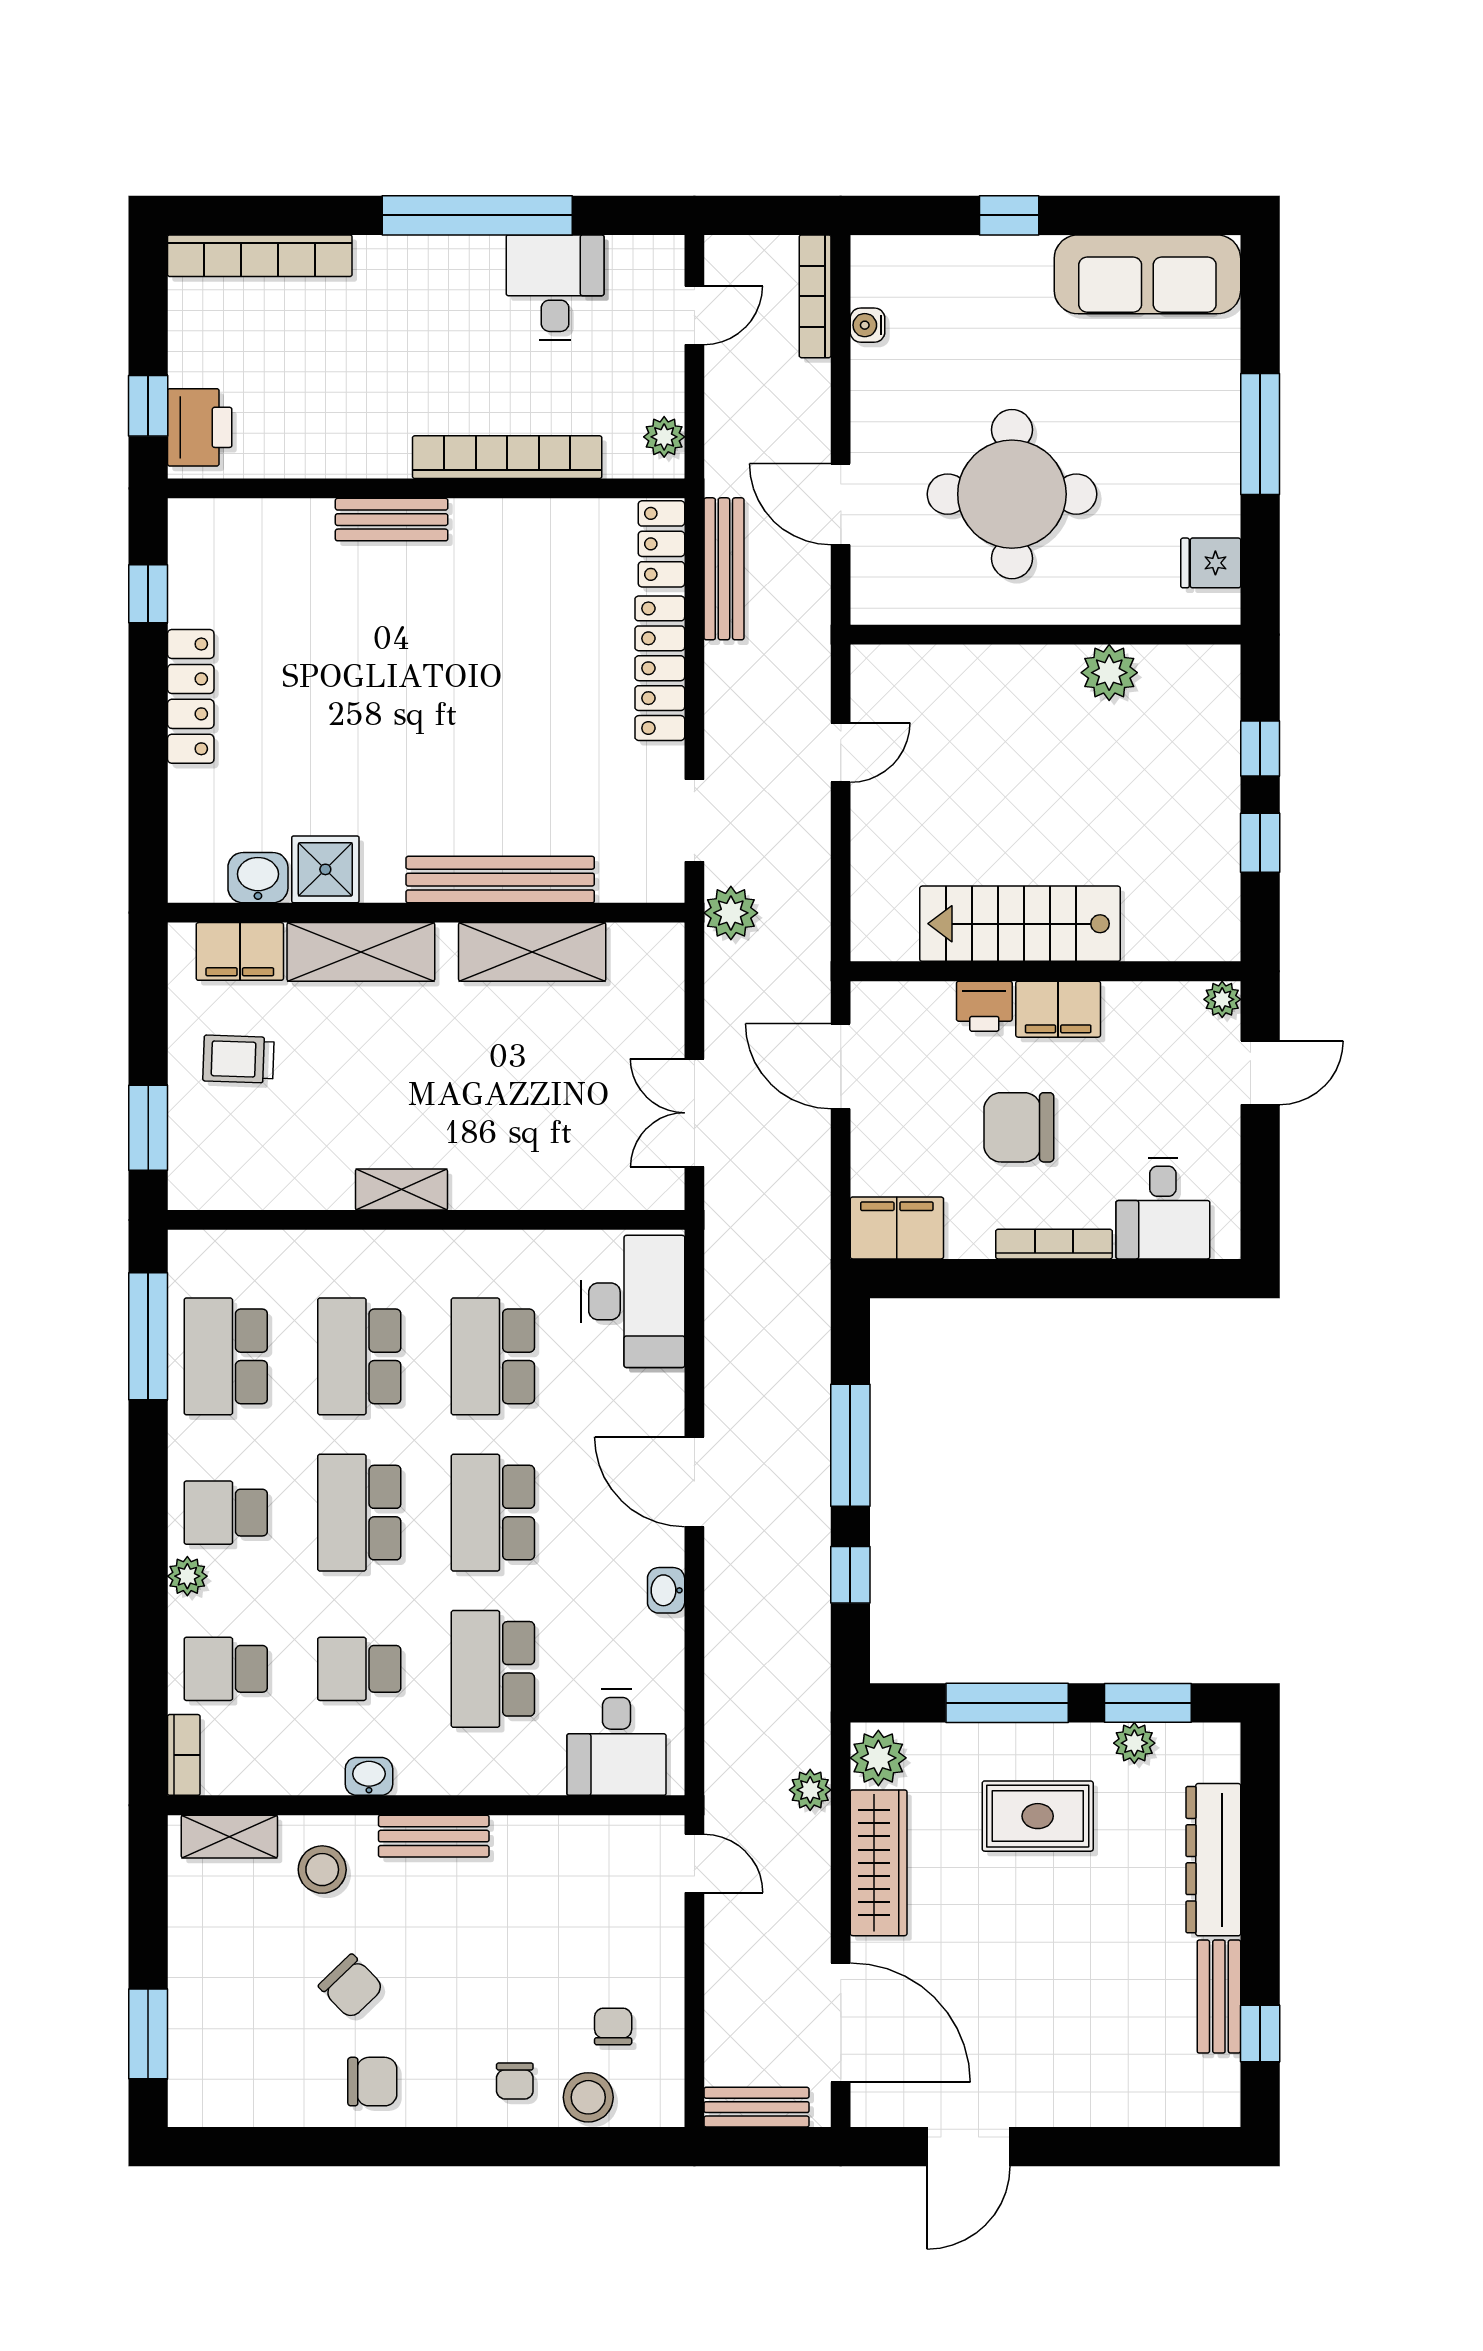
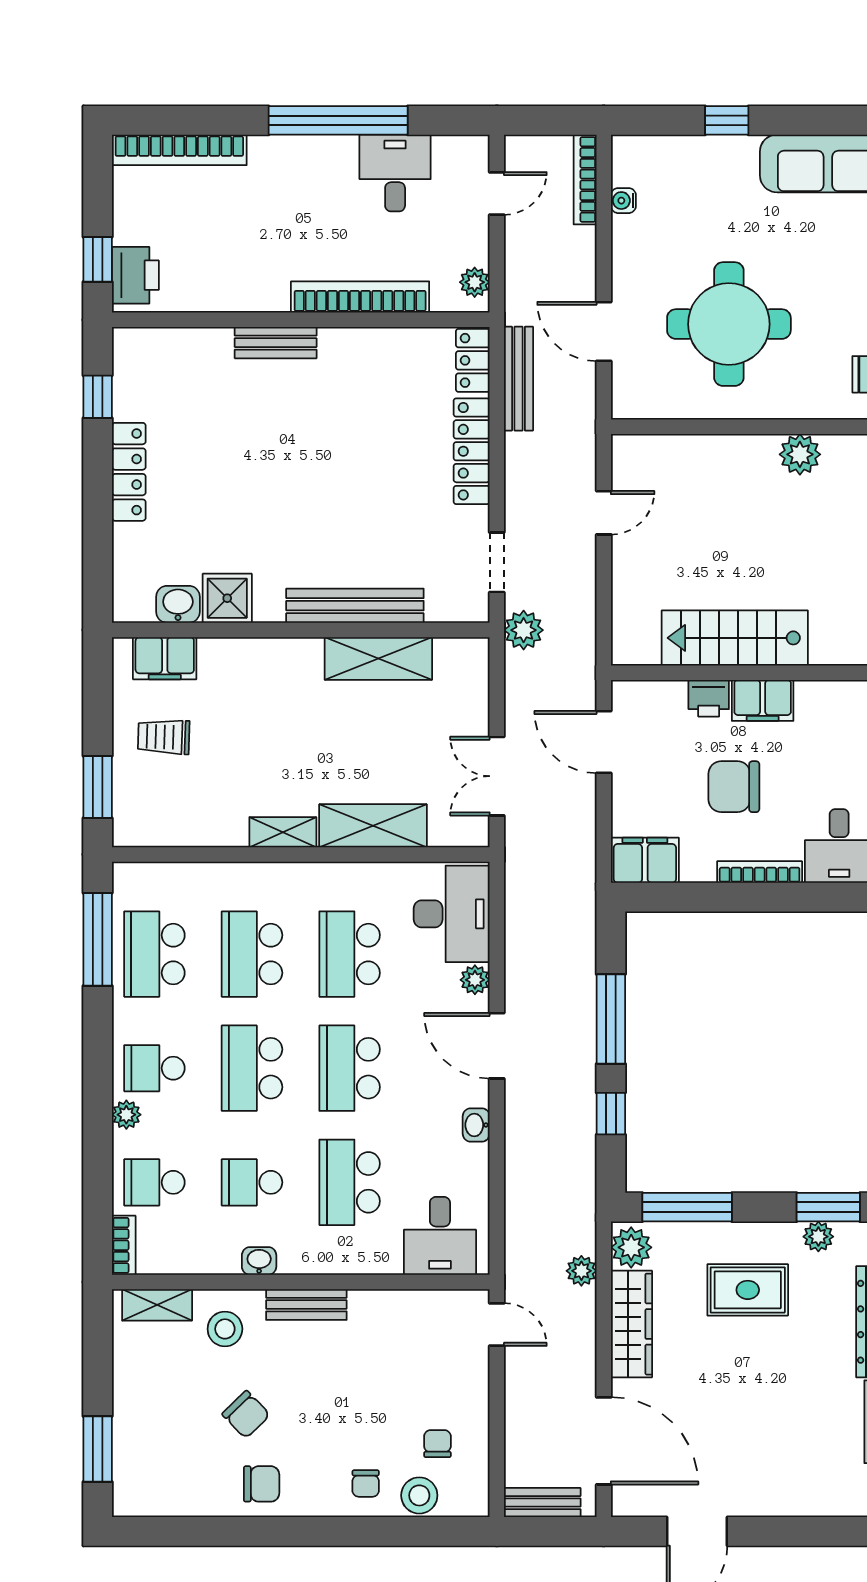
shelving: (361, 952) -> (373, 826), moved
plant: (664, 1392) -> (475, 980), added
window: (1007, 1703) -> (687, 1207), moved

